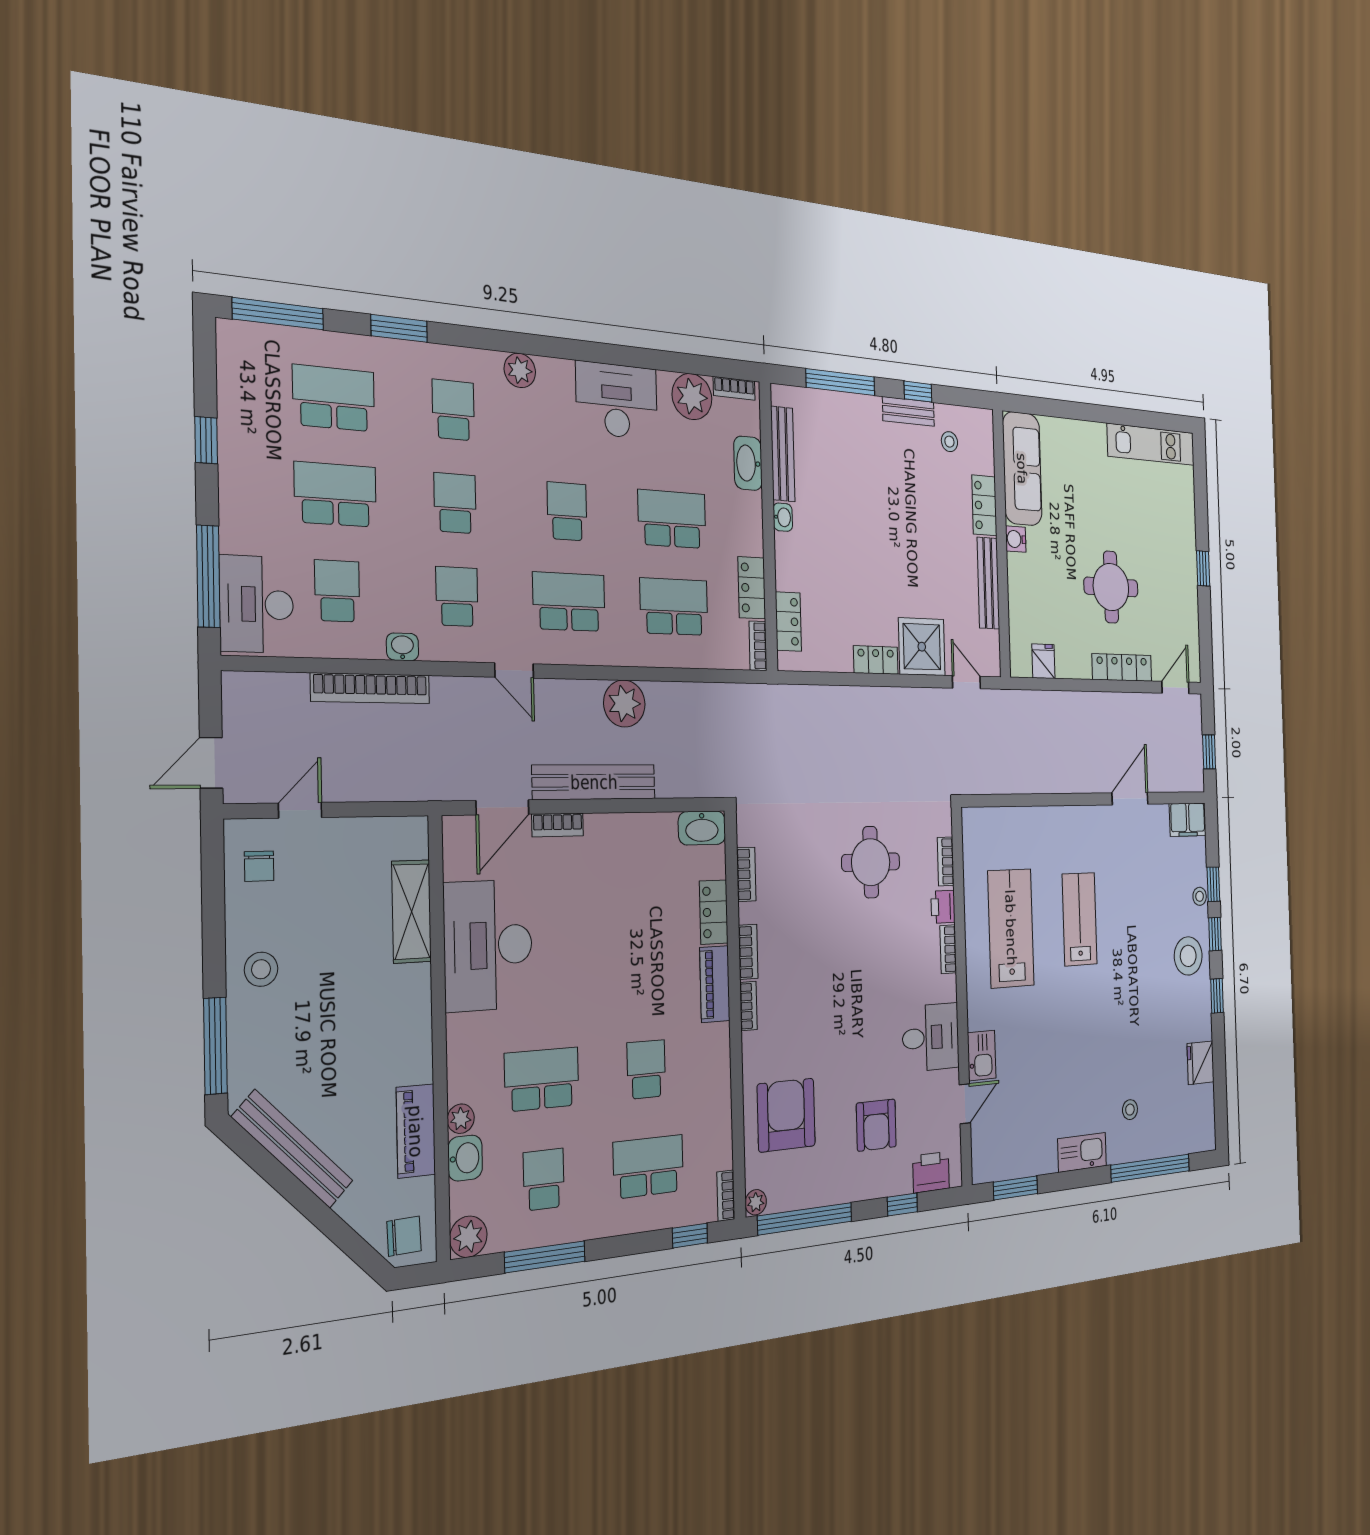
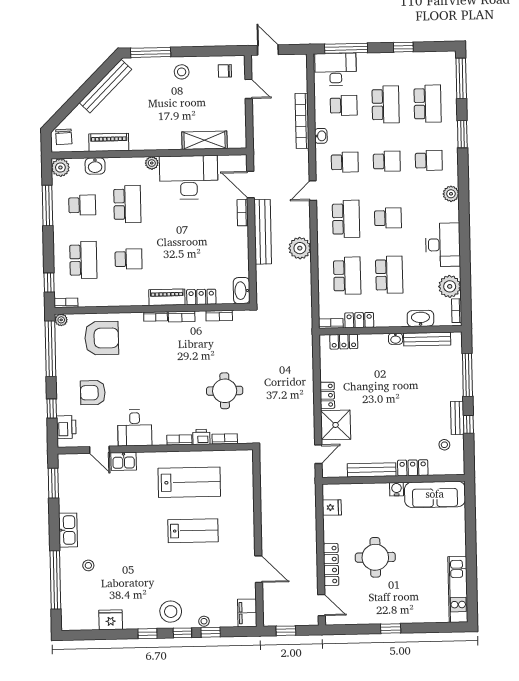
plant: (461, 1119) -> (152, 163), moved

